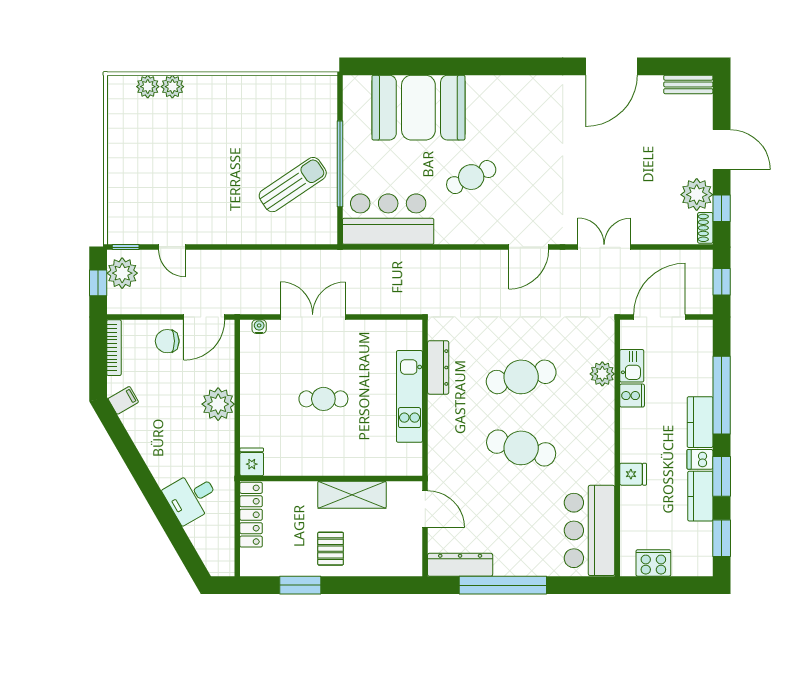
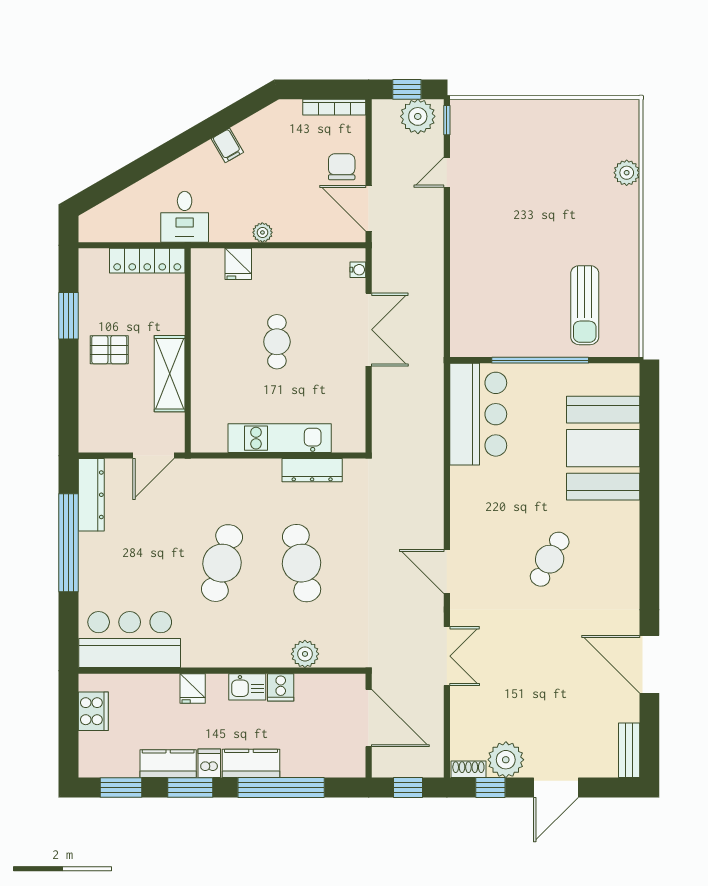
plant: (148, 87) -> (627, 145), removed
cafe table: (471, 177) -> (550, 559), moved, turned 54
sun lounger: (293, 185) -> (585, 305), moved, turned 34
kitchen sink: (632, 366) -> (247, 687), moved
filing cabinet: (123, 400) -> (227, 145), moved
plant: (218, 404) -> (262, 232), width x0.53, depth x0.53
fridge: (252, 462) -> (238, 264), moved, turned 90
desk: (191, 497) -> (185, 217), moved, turned -150

